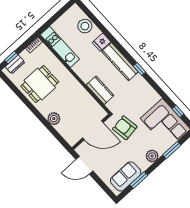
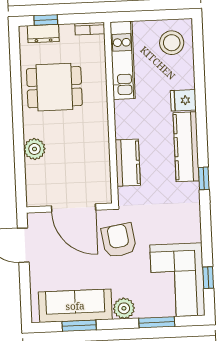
stool: (85, 26) -> (172, 43), moved
sofa: (126, 176) -> (75, 306), width x1.36

